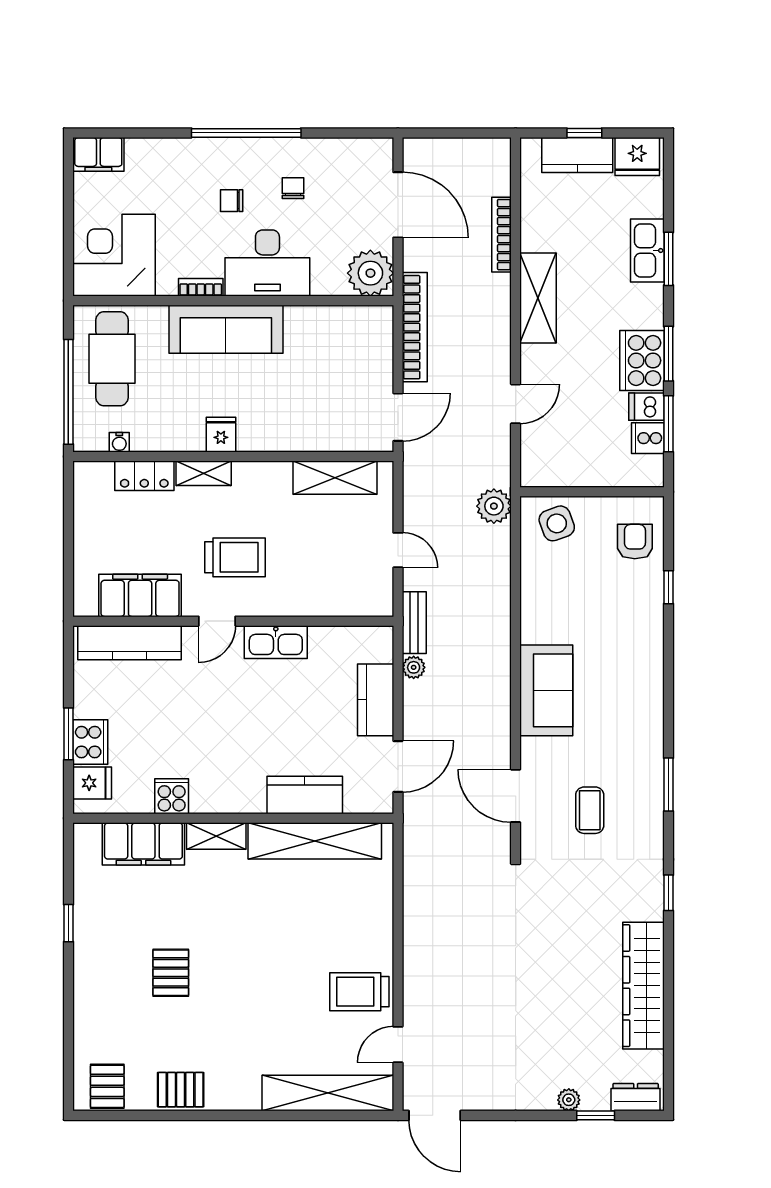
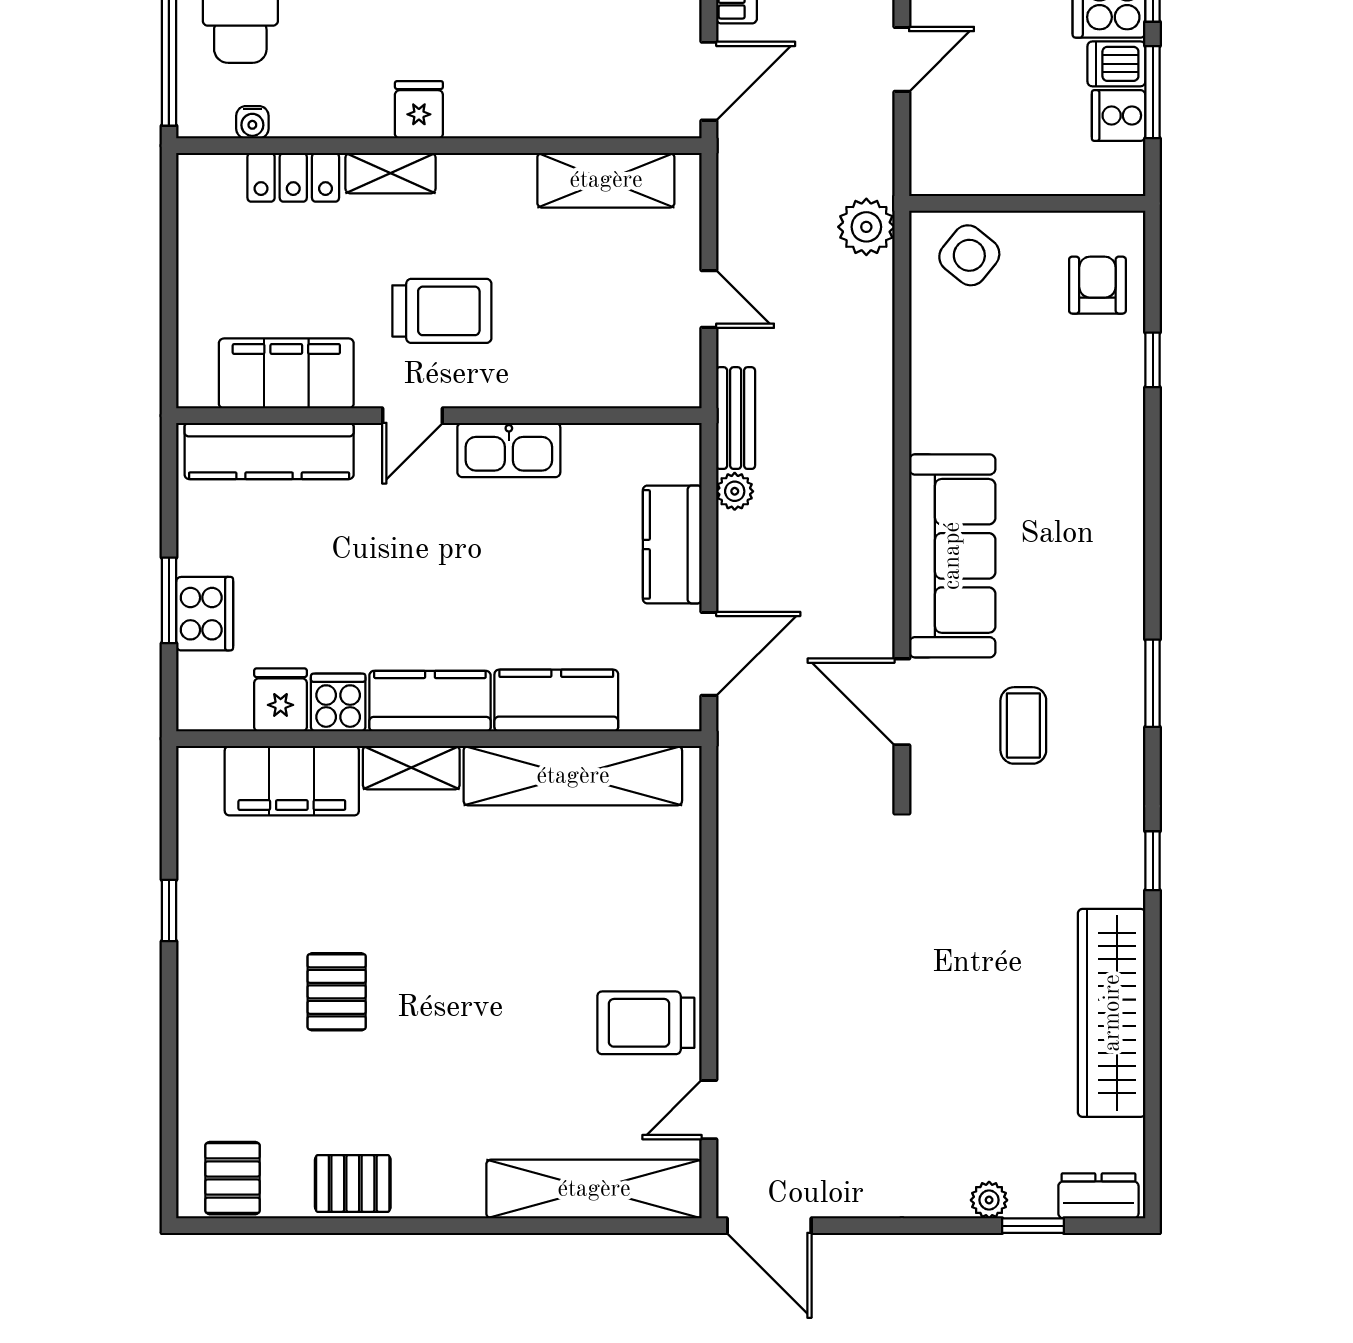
side table: (557, 523) -> (969, 255), turned -31
sofa: (546, 690) -> (952, 556), width x1.36
fridge: (92, 783) -> (281, 700), moved, turned -90
kitchen counter: (228, 795) -> (430, 701), added

